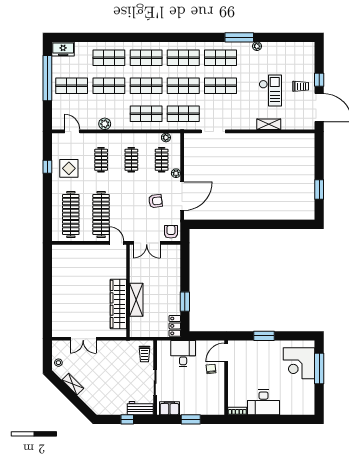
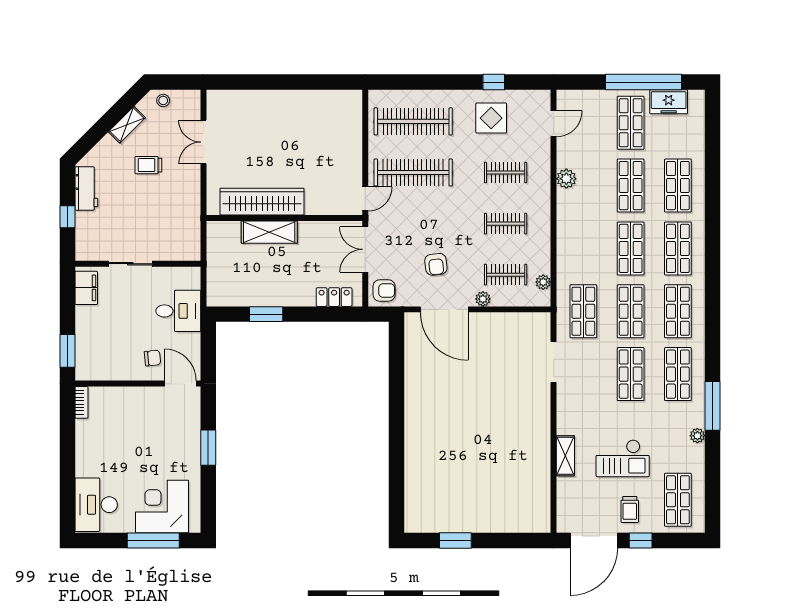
freezer: (63, 49) -> (669, 102), moved, turned -90
shop shelf: (146, 114) -> (678, 500), moved
locker: (175, 326) -> (334, 297), moved
trolley: (145, 354) -> (148, 165), moved
desk: (263, 402) -> (96, 505), moved
workbench: (140, 408) -> (86, 188), moved
window: (191, 419) -> (67, 351), moved

